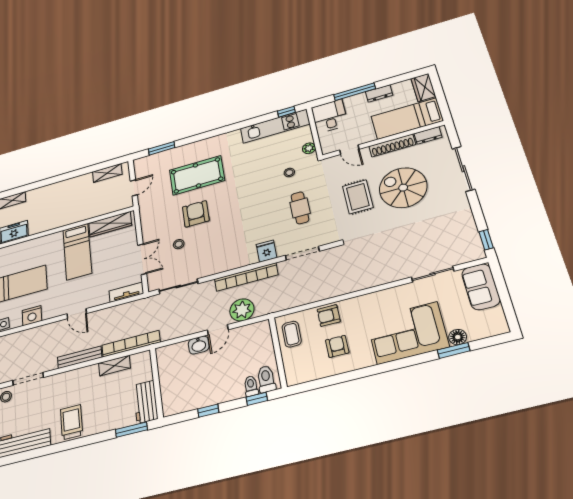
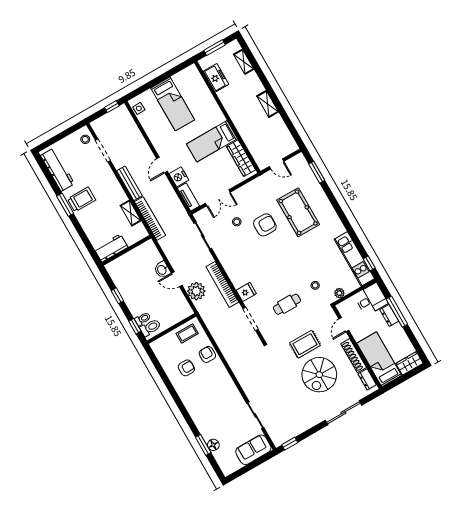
dresser: (379, 94) -> (389, 315), moved
shelving: (107, 173) -> (268, 104), moved
spiral stairs: (403, 188) -> (319, 375), turned 180
nightstand: (32, 316) -> (179, 177), moved
corner sofa: (407, 333) -> (208, 412), removed
window: (131, 430) -> (65, 205), moved

